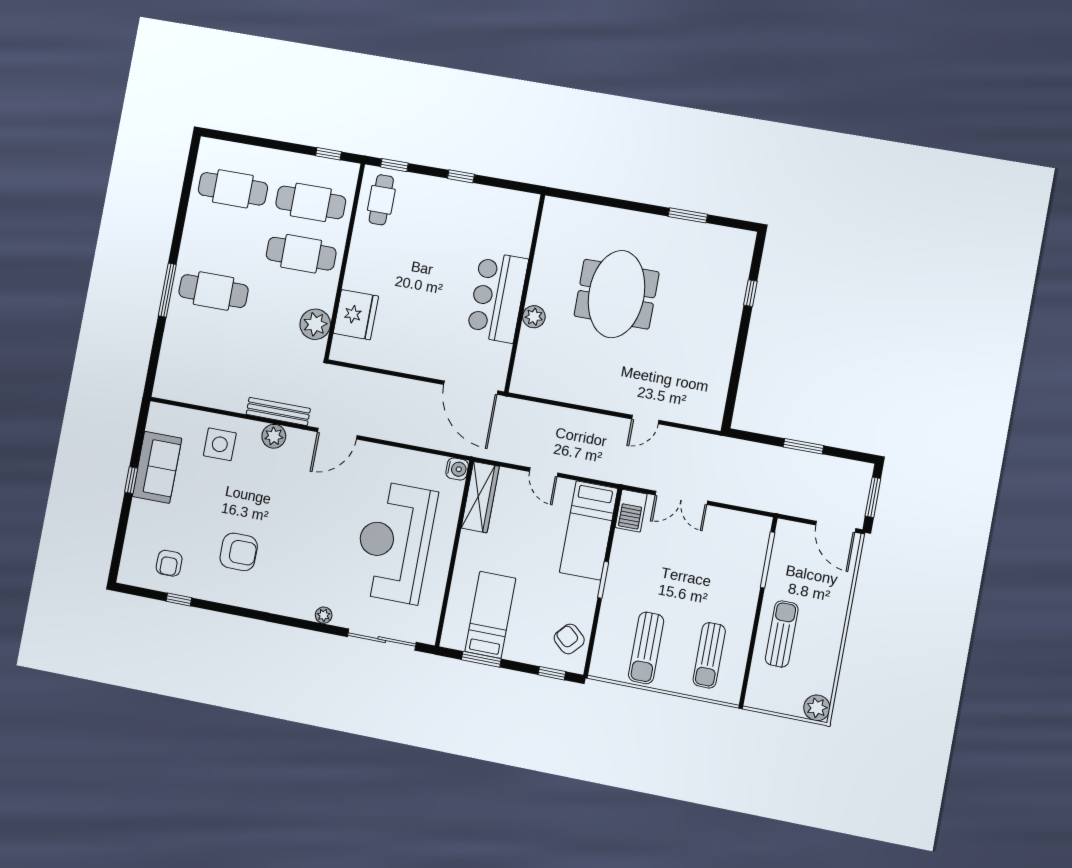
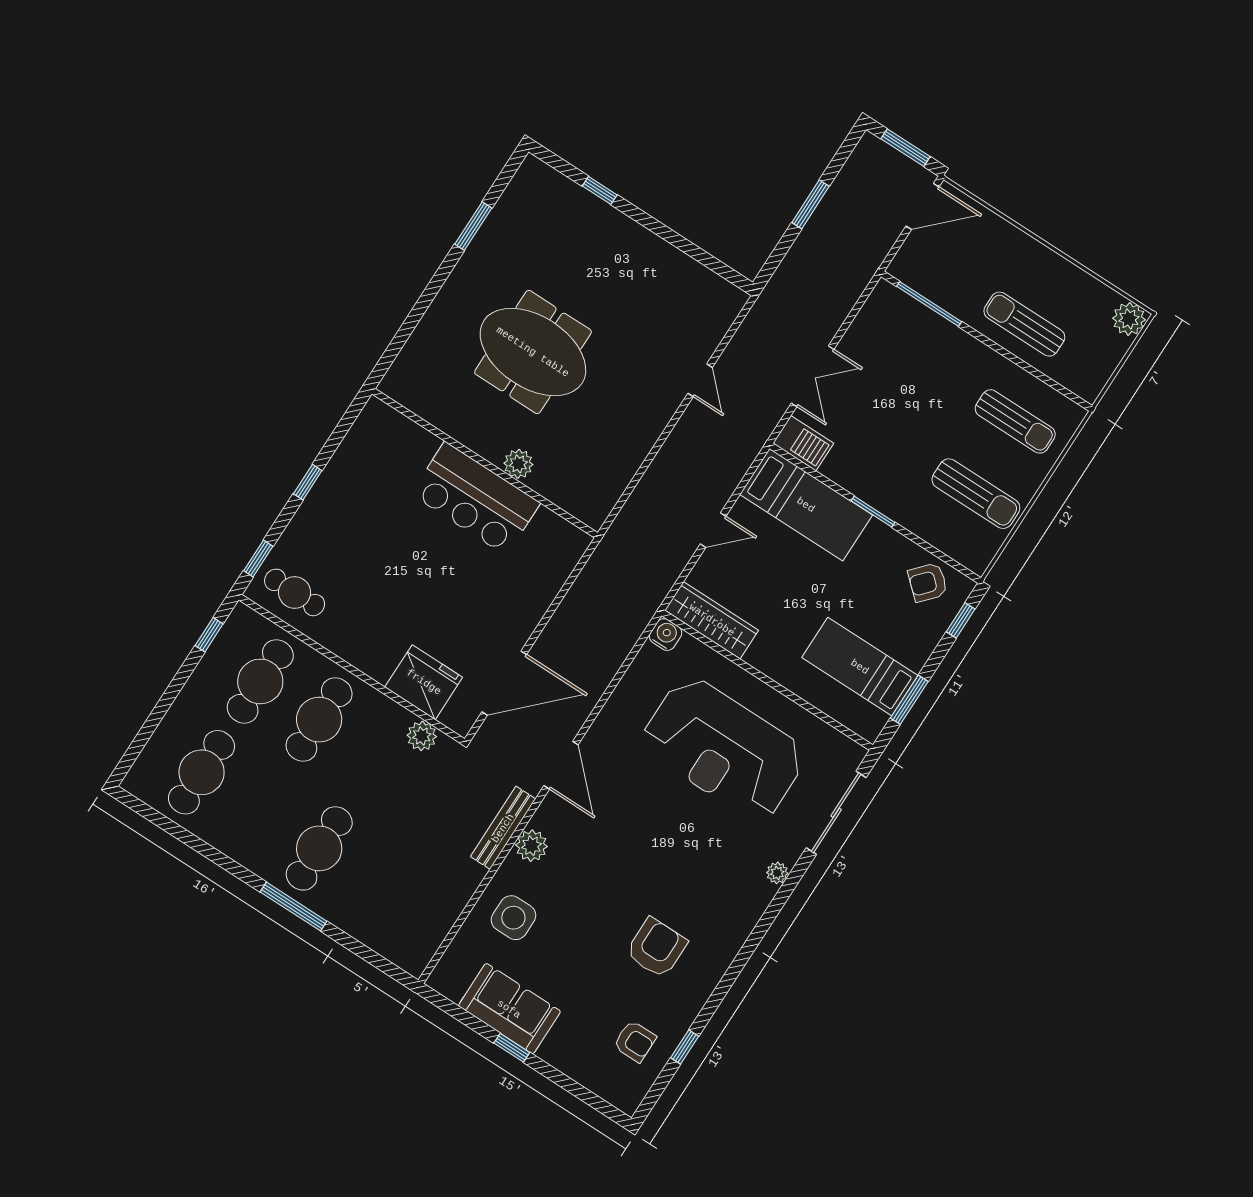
plant: (315, 324) -> (422, 736), width x0.73, depth x0.73
door: (471, 388) -> (504, 683), moved

